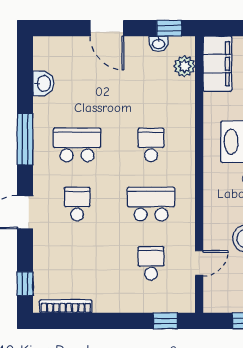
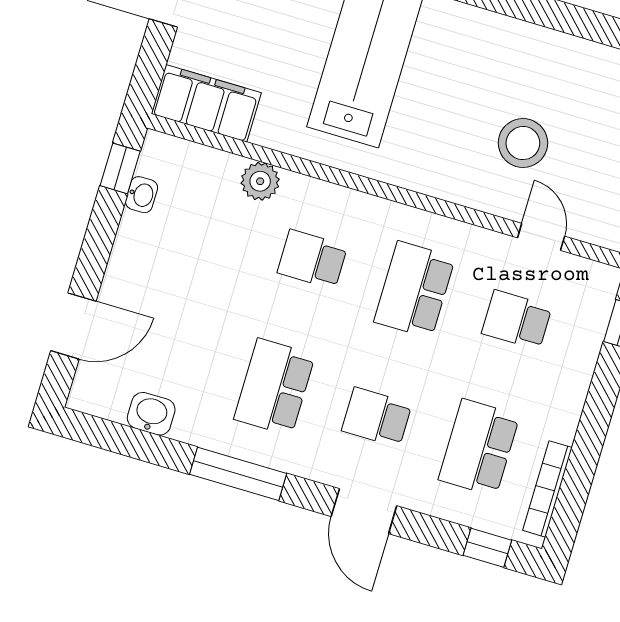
door: (107, 28) -> (73, 326), moved
plant: (184, 66) -> (260, 181), moved
school desk: (77, 263) -> (479, 448), added

